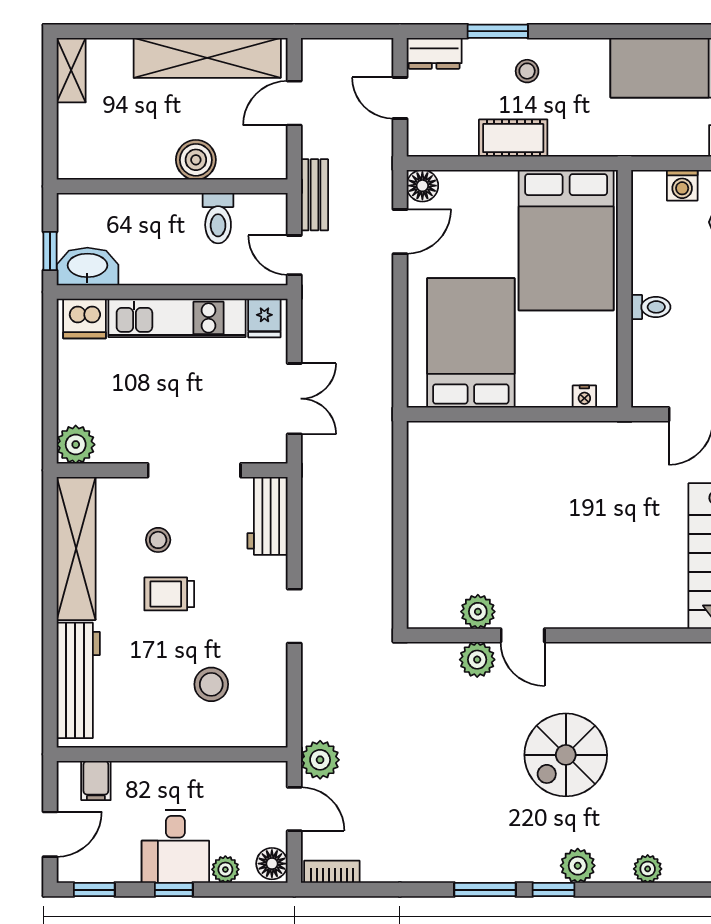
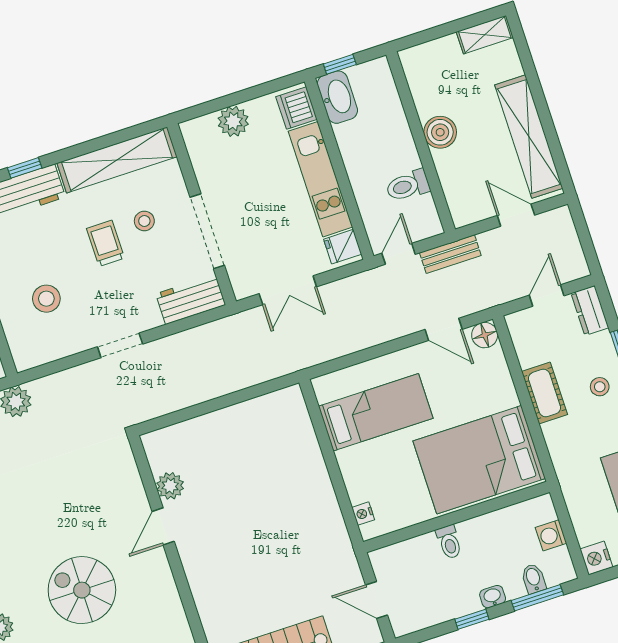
boiler: (196, 160) -> (440, 132), moved
bed: (471, 343) -> (376, 412), width x0.67
plant: (76, 445) -> (233, 121), moved
window: (50, 660) -> (25, 168), added
plant: (477, 660) -> (133, 498), removed

